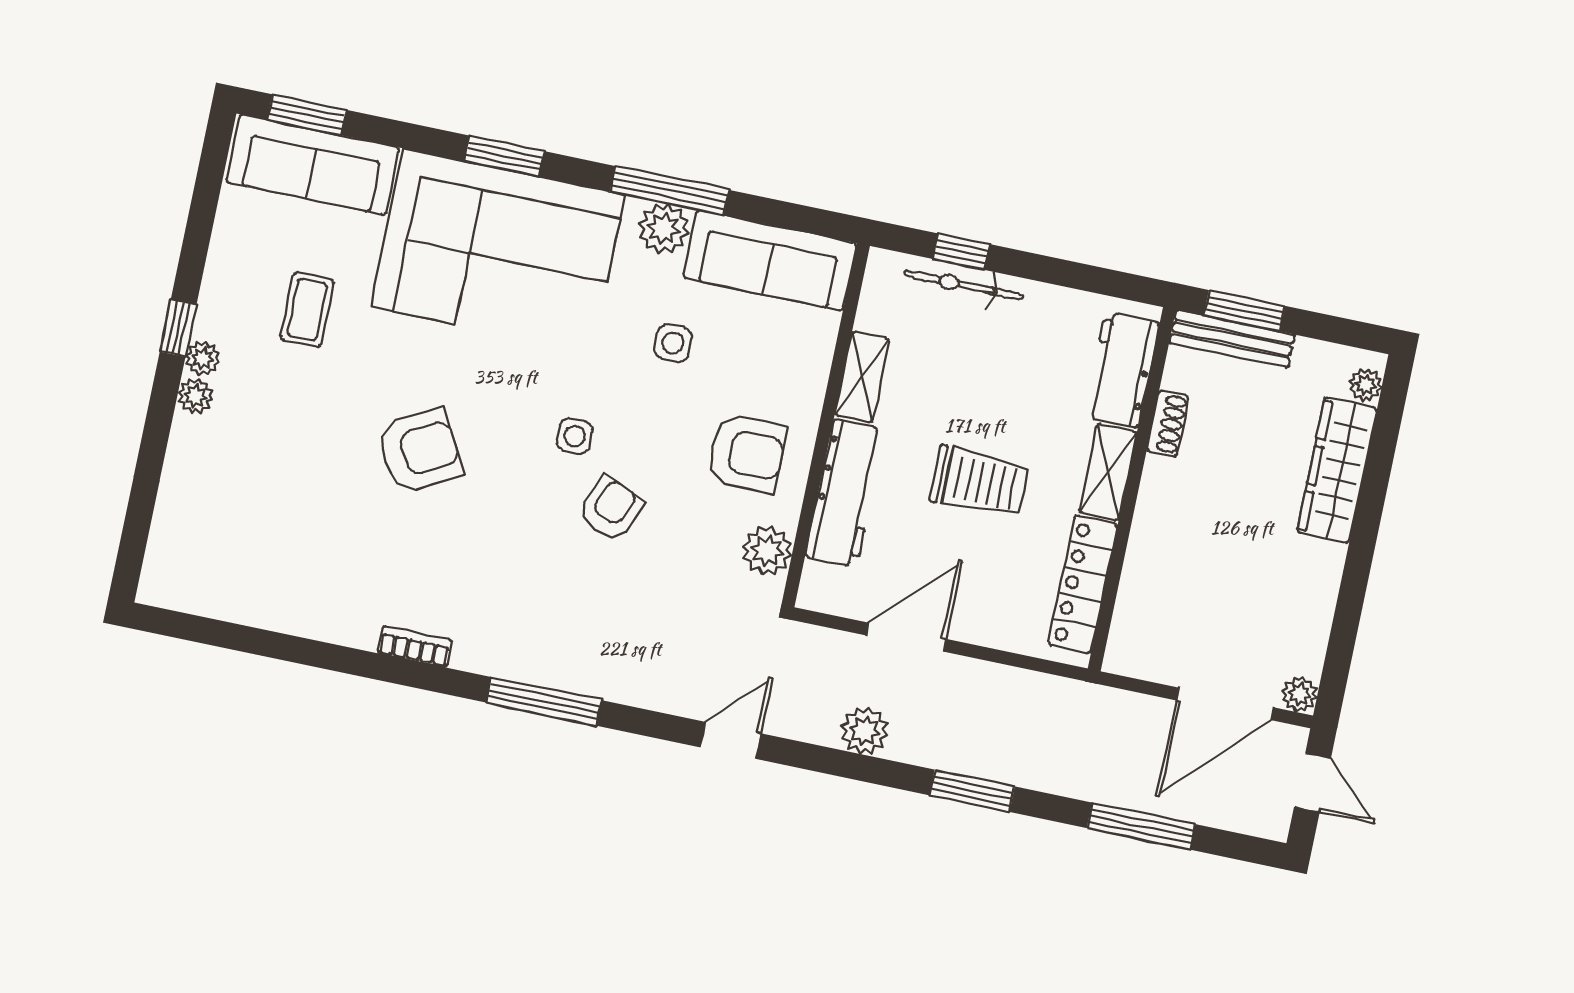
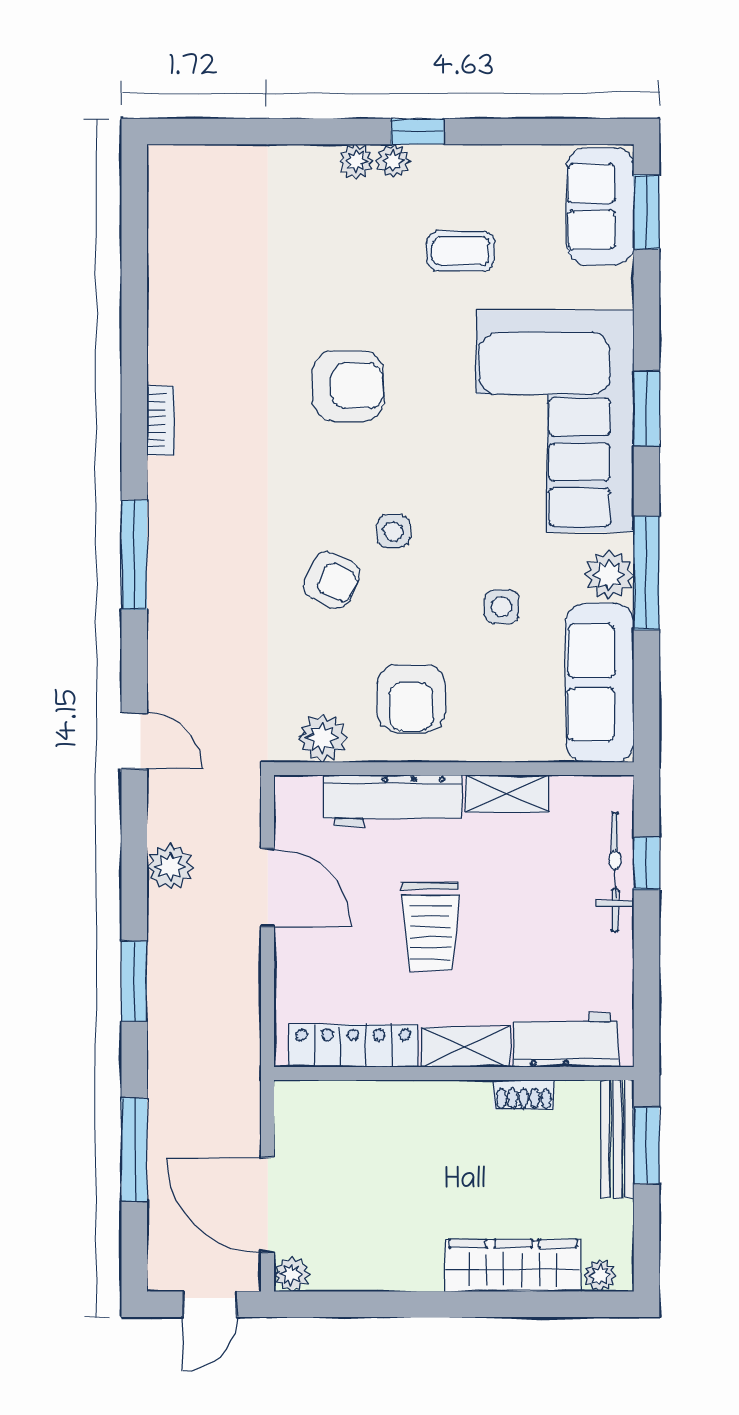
sofa: (313, 165) -> (600, 206), width x0.73
armchair: (419, 451) -> (348, 386), turned -61

